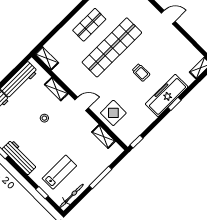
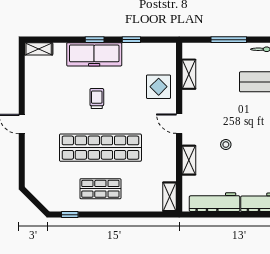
window: (137, 142) -> (131, 40), moved

